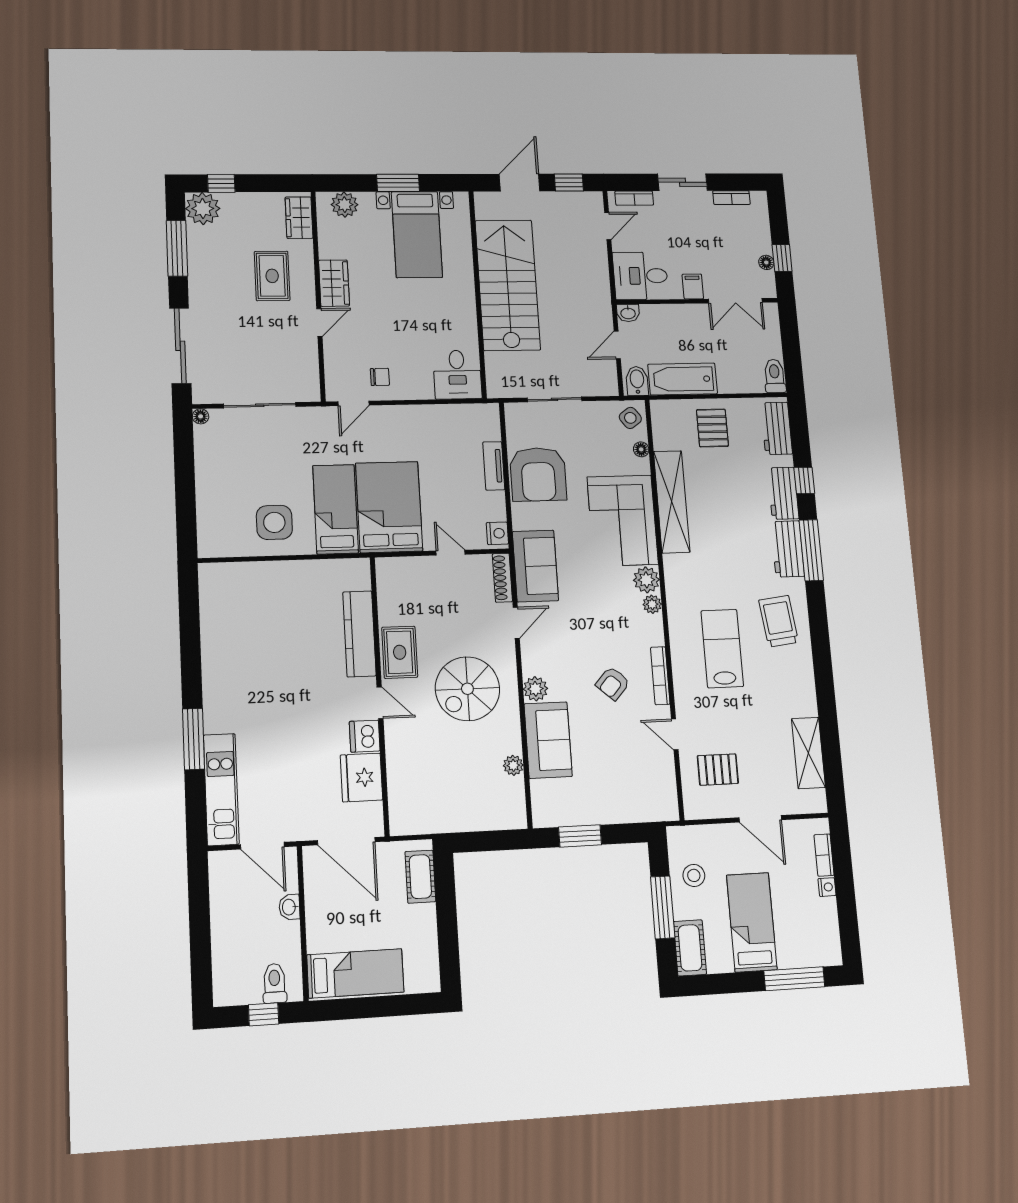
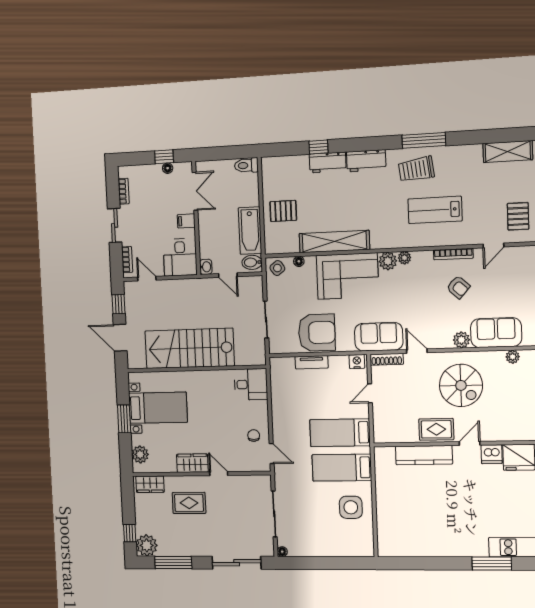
workbench: (777, 428) -> (283, 165), removed
bed: (389, 507) -> (340, 433), width x0.67
window: (811, 550) -> (424, 140), moved

